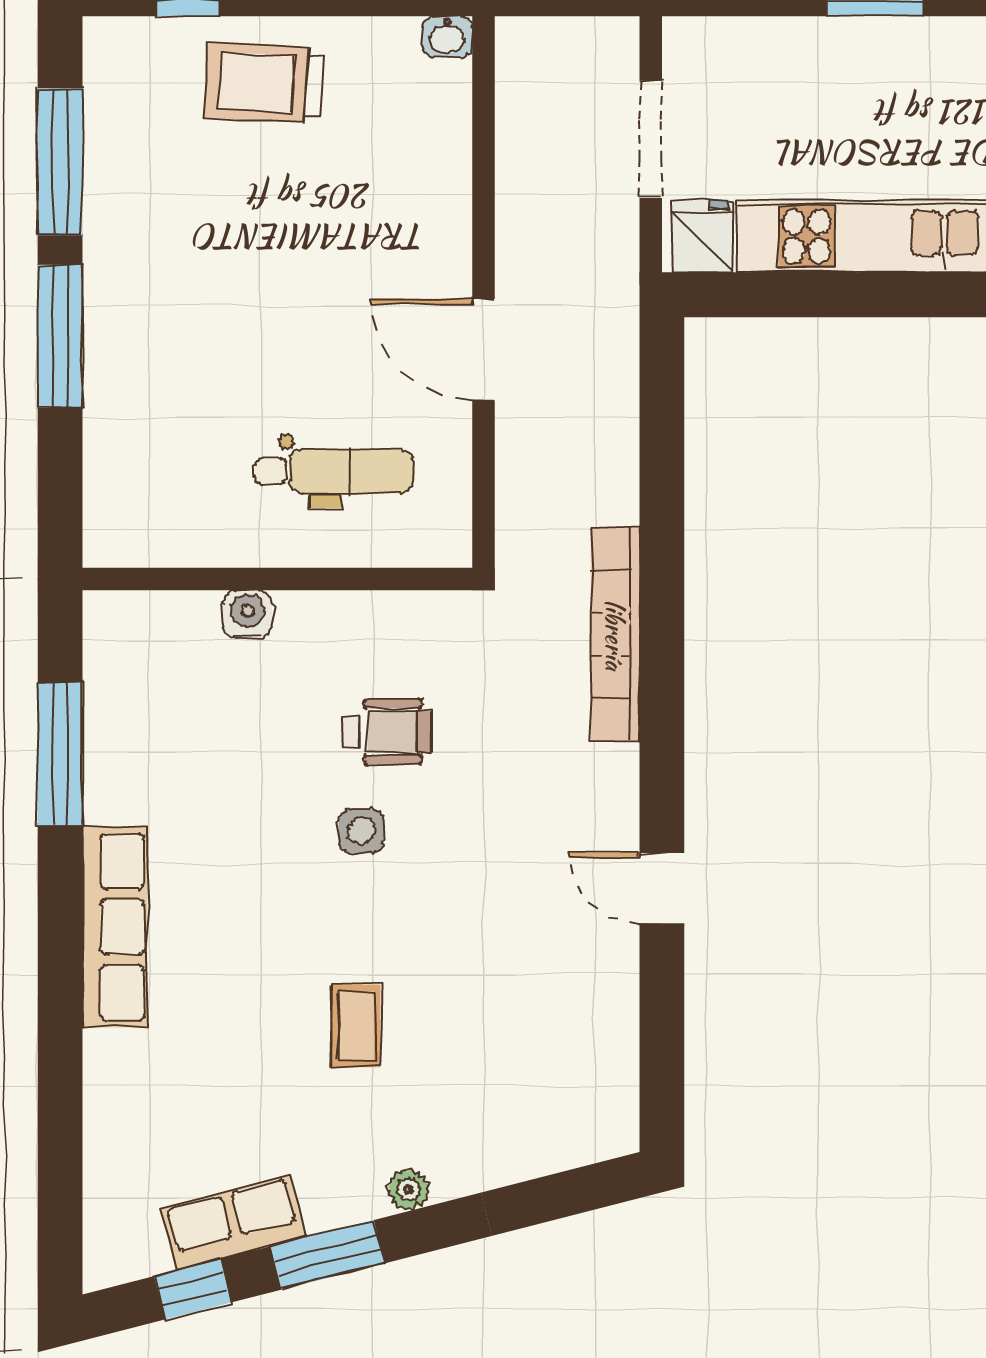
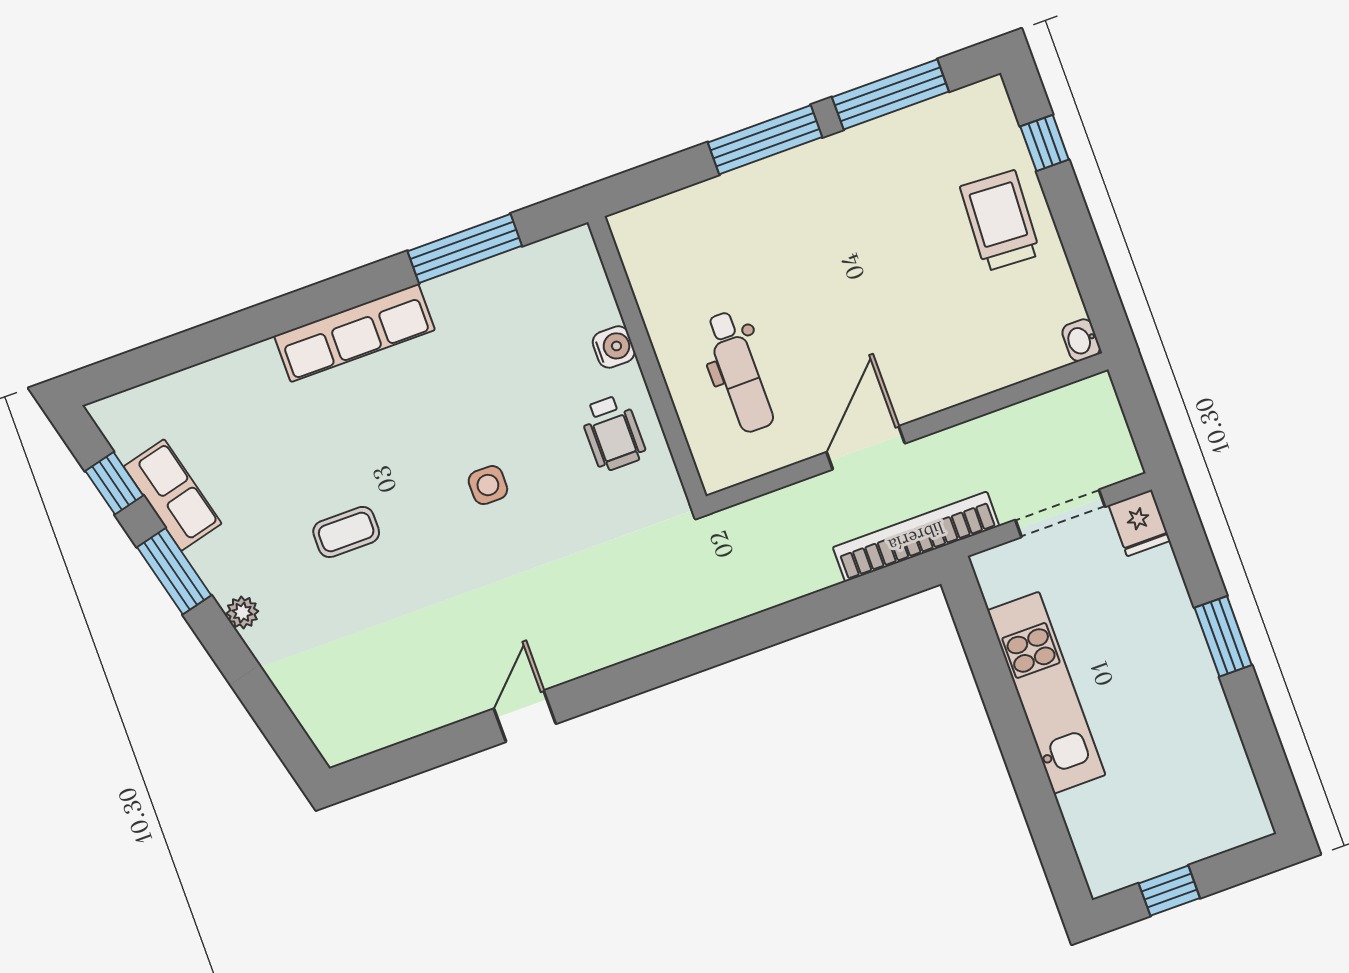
fridge: (703, 236) -> (1139, 523), moved, turned 90
bookcase: (615, 635) -> (916, 537), moved
wheelchair: (386, 732) -> (613, 433), moved

